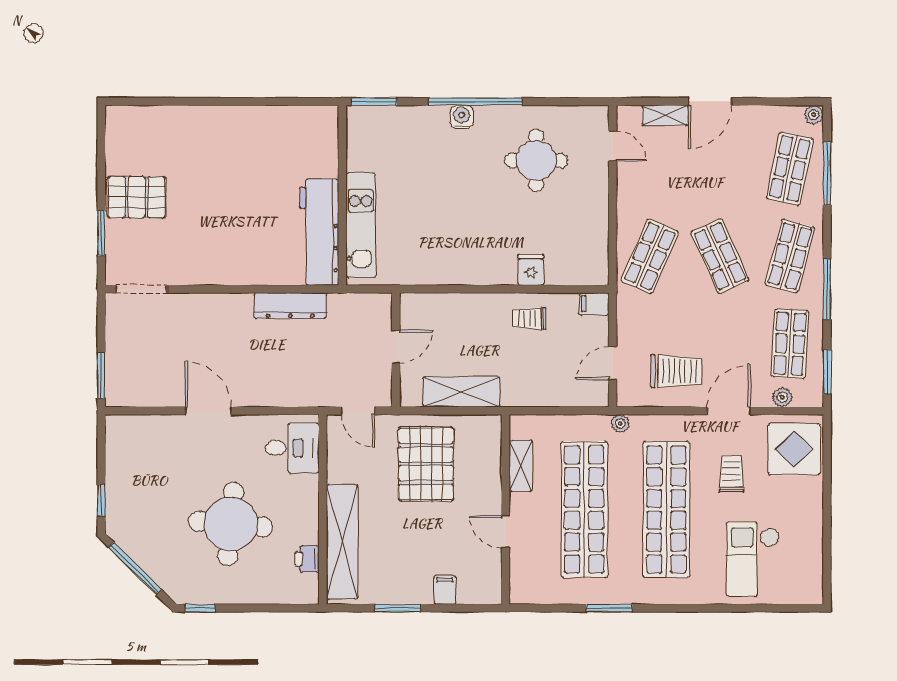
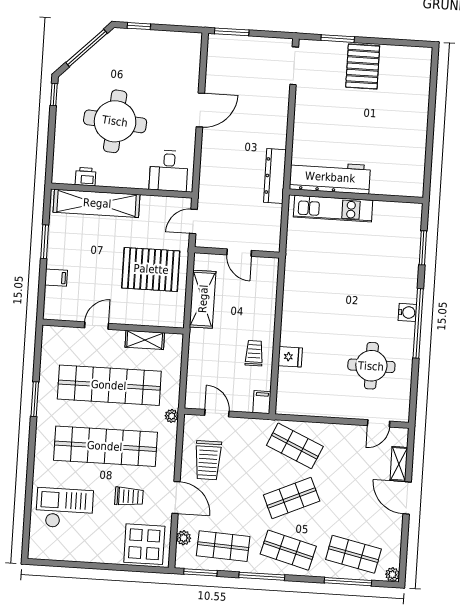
wall: (342, 195) -> (356, 196), moved
kitchen unit: (361, 225) -> (333, 209), moved
workbench: (319, 232) -> (330, 177), moved

